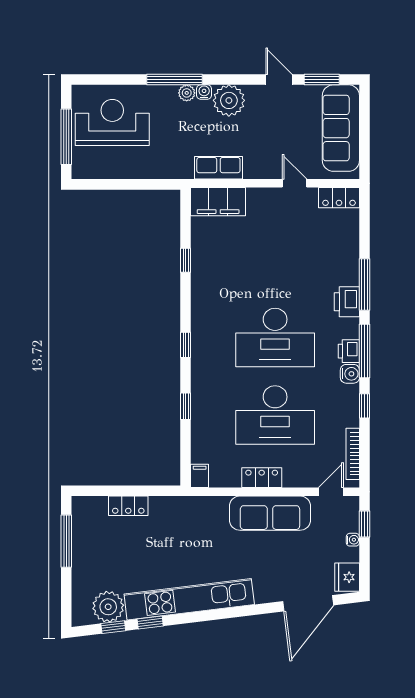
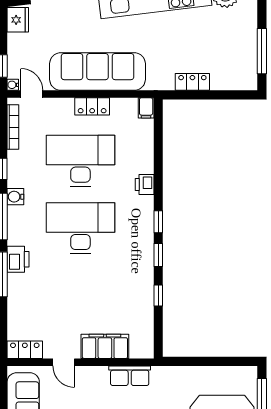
filing cabinet: (218, 202) -> (105, 346), moved
printer: (349, 351) -> (145, 185), moved, turned 180
window: (186, 406) -> (158, 255), moved
door: (331, 492) -> (32, 94), swing flipped
locker: (128, 506) -> (192, 82), moved
sofa: (270, 513) -> (98, 72), width x1.36, depth x1.27
water cooler: (353, 540) -> (13, 85), moved

